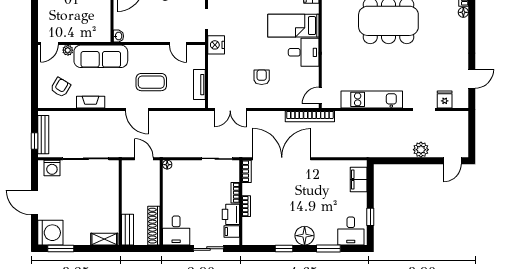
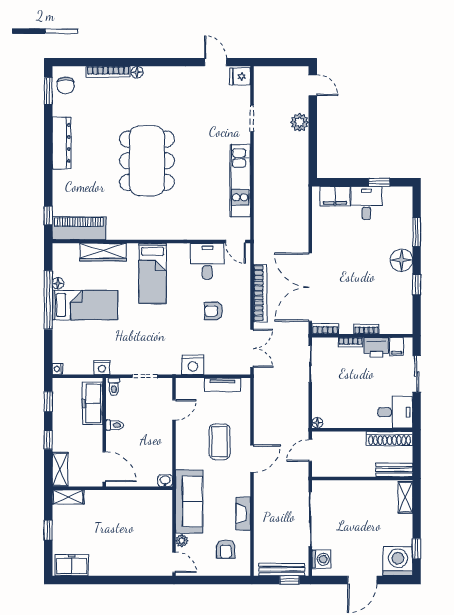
nightstand: (216, 45) -> (193, 365), moved
desk: (304, 52) -> (207, 261), moved
armchair: (61, 87) -> (226, 549), turned -121
fridge: (445, 99) -> (240, 76), moved
bookcase: (310, 116) -> (260, 293), moved
desk: (351, 231) -> (366, 203), moved, turned -90
window: (61, 249) -> (417, 549), width x0.67

